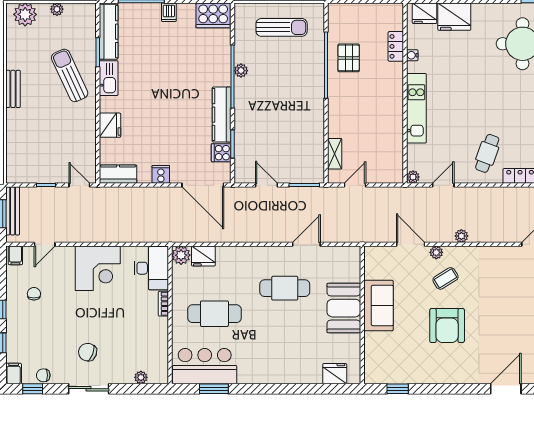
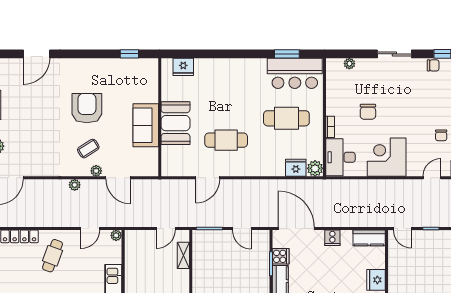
chair: (88, 352) -> (368, 112), moved, turned 69

